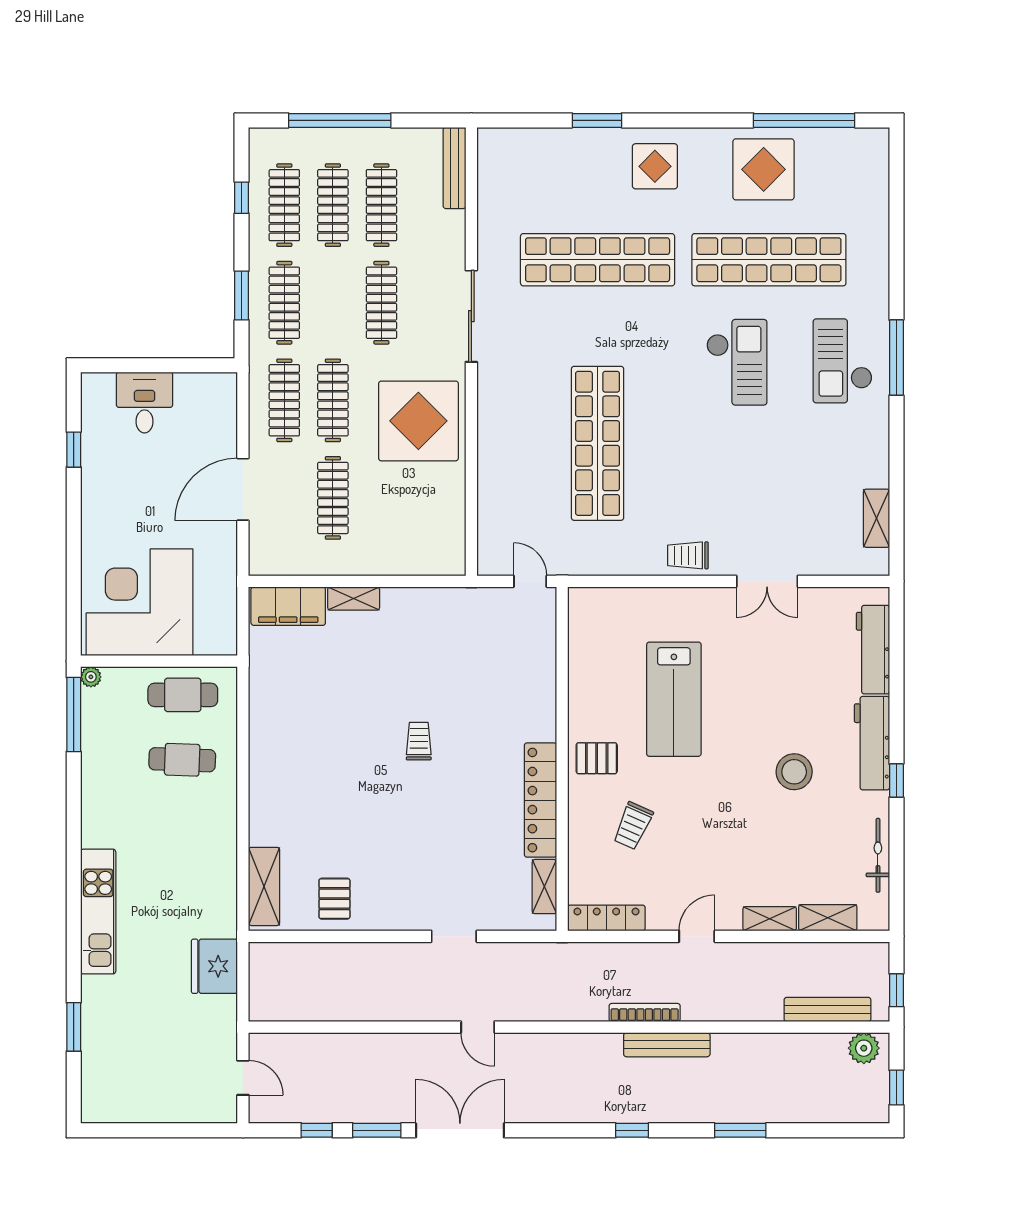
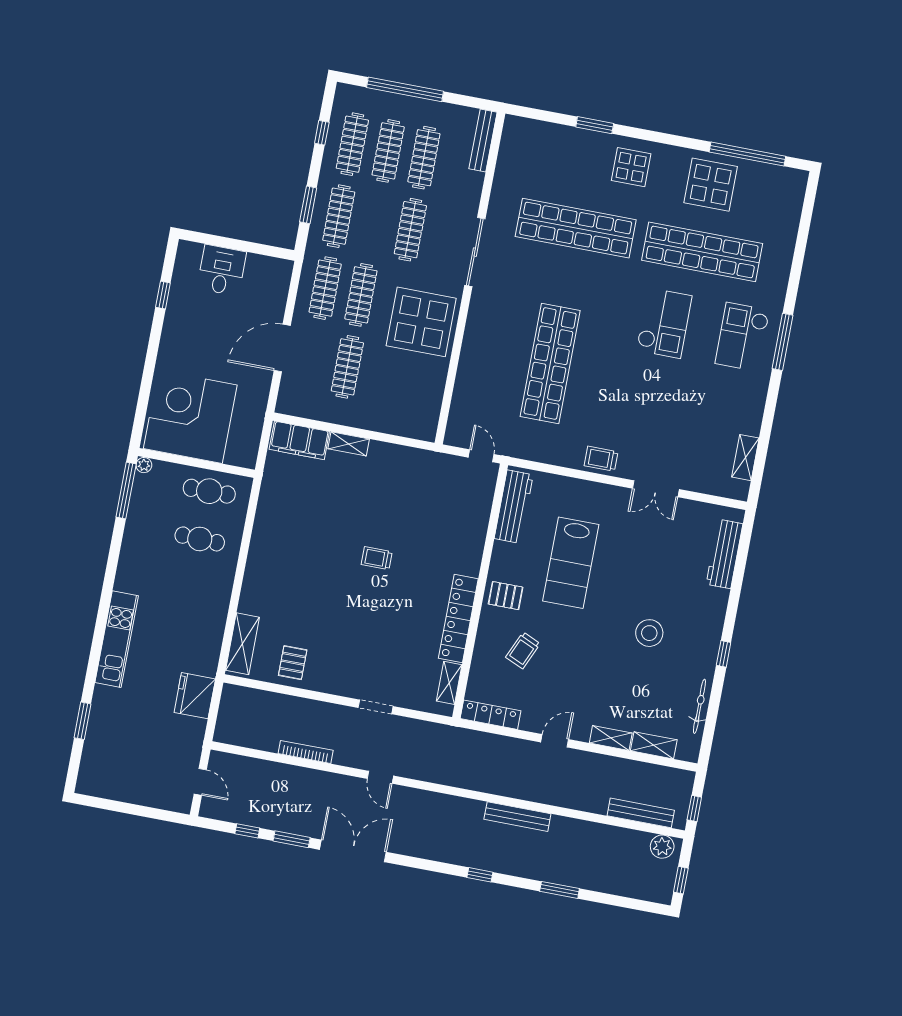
trolley: (419, 741) -> (377, 558), turned -90
workbench: (872, 743) -> (514, 507), moved, turned 180
bookcase: (645, 1012) -> (306, 752), moved

